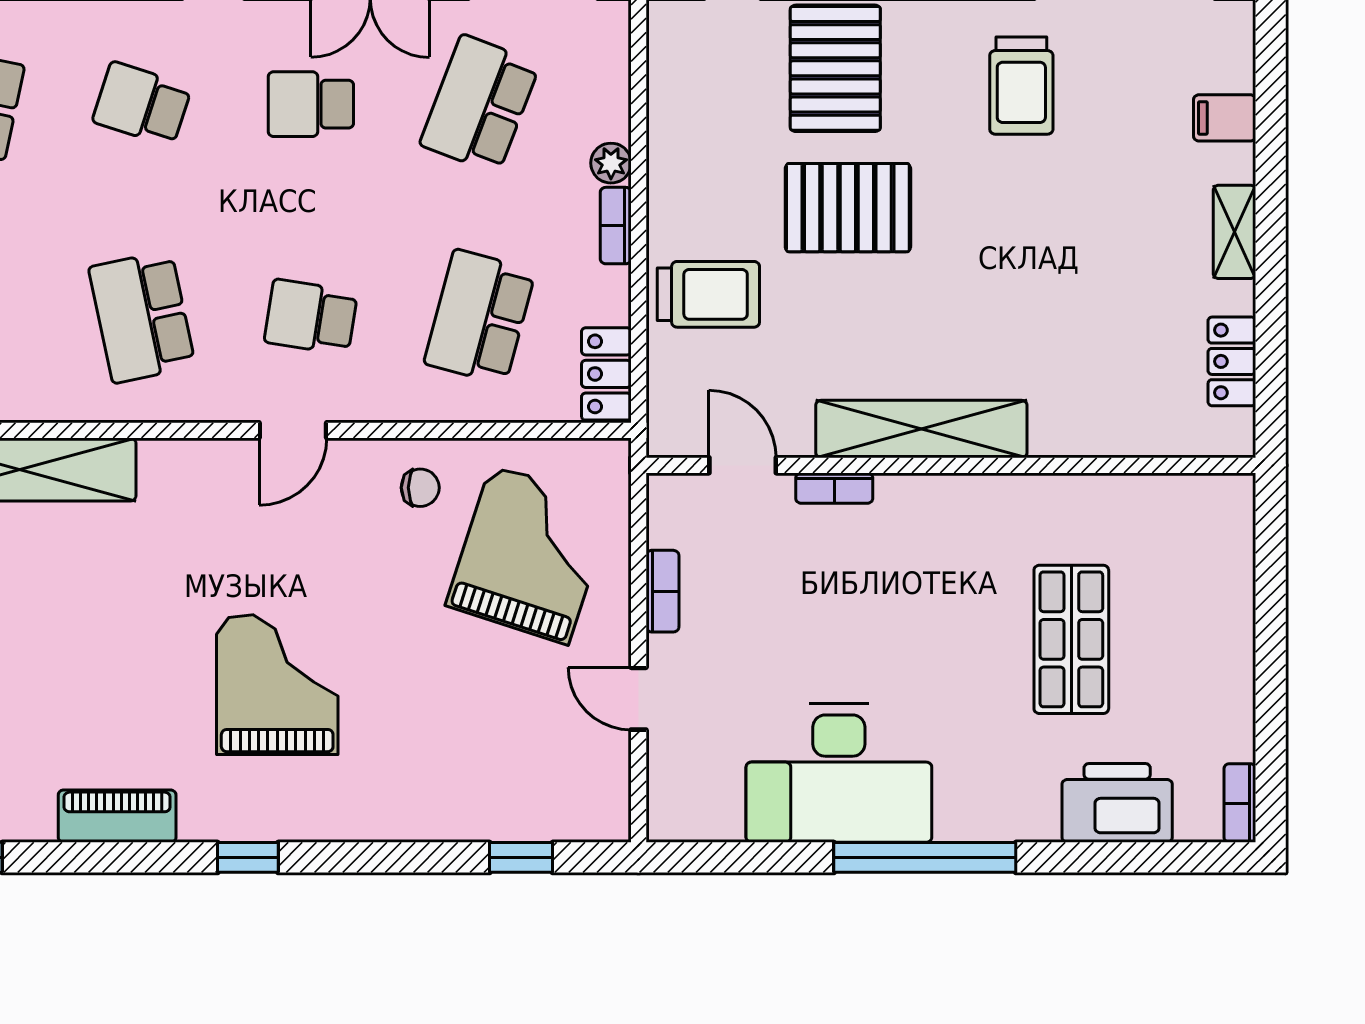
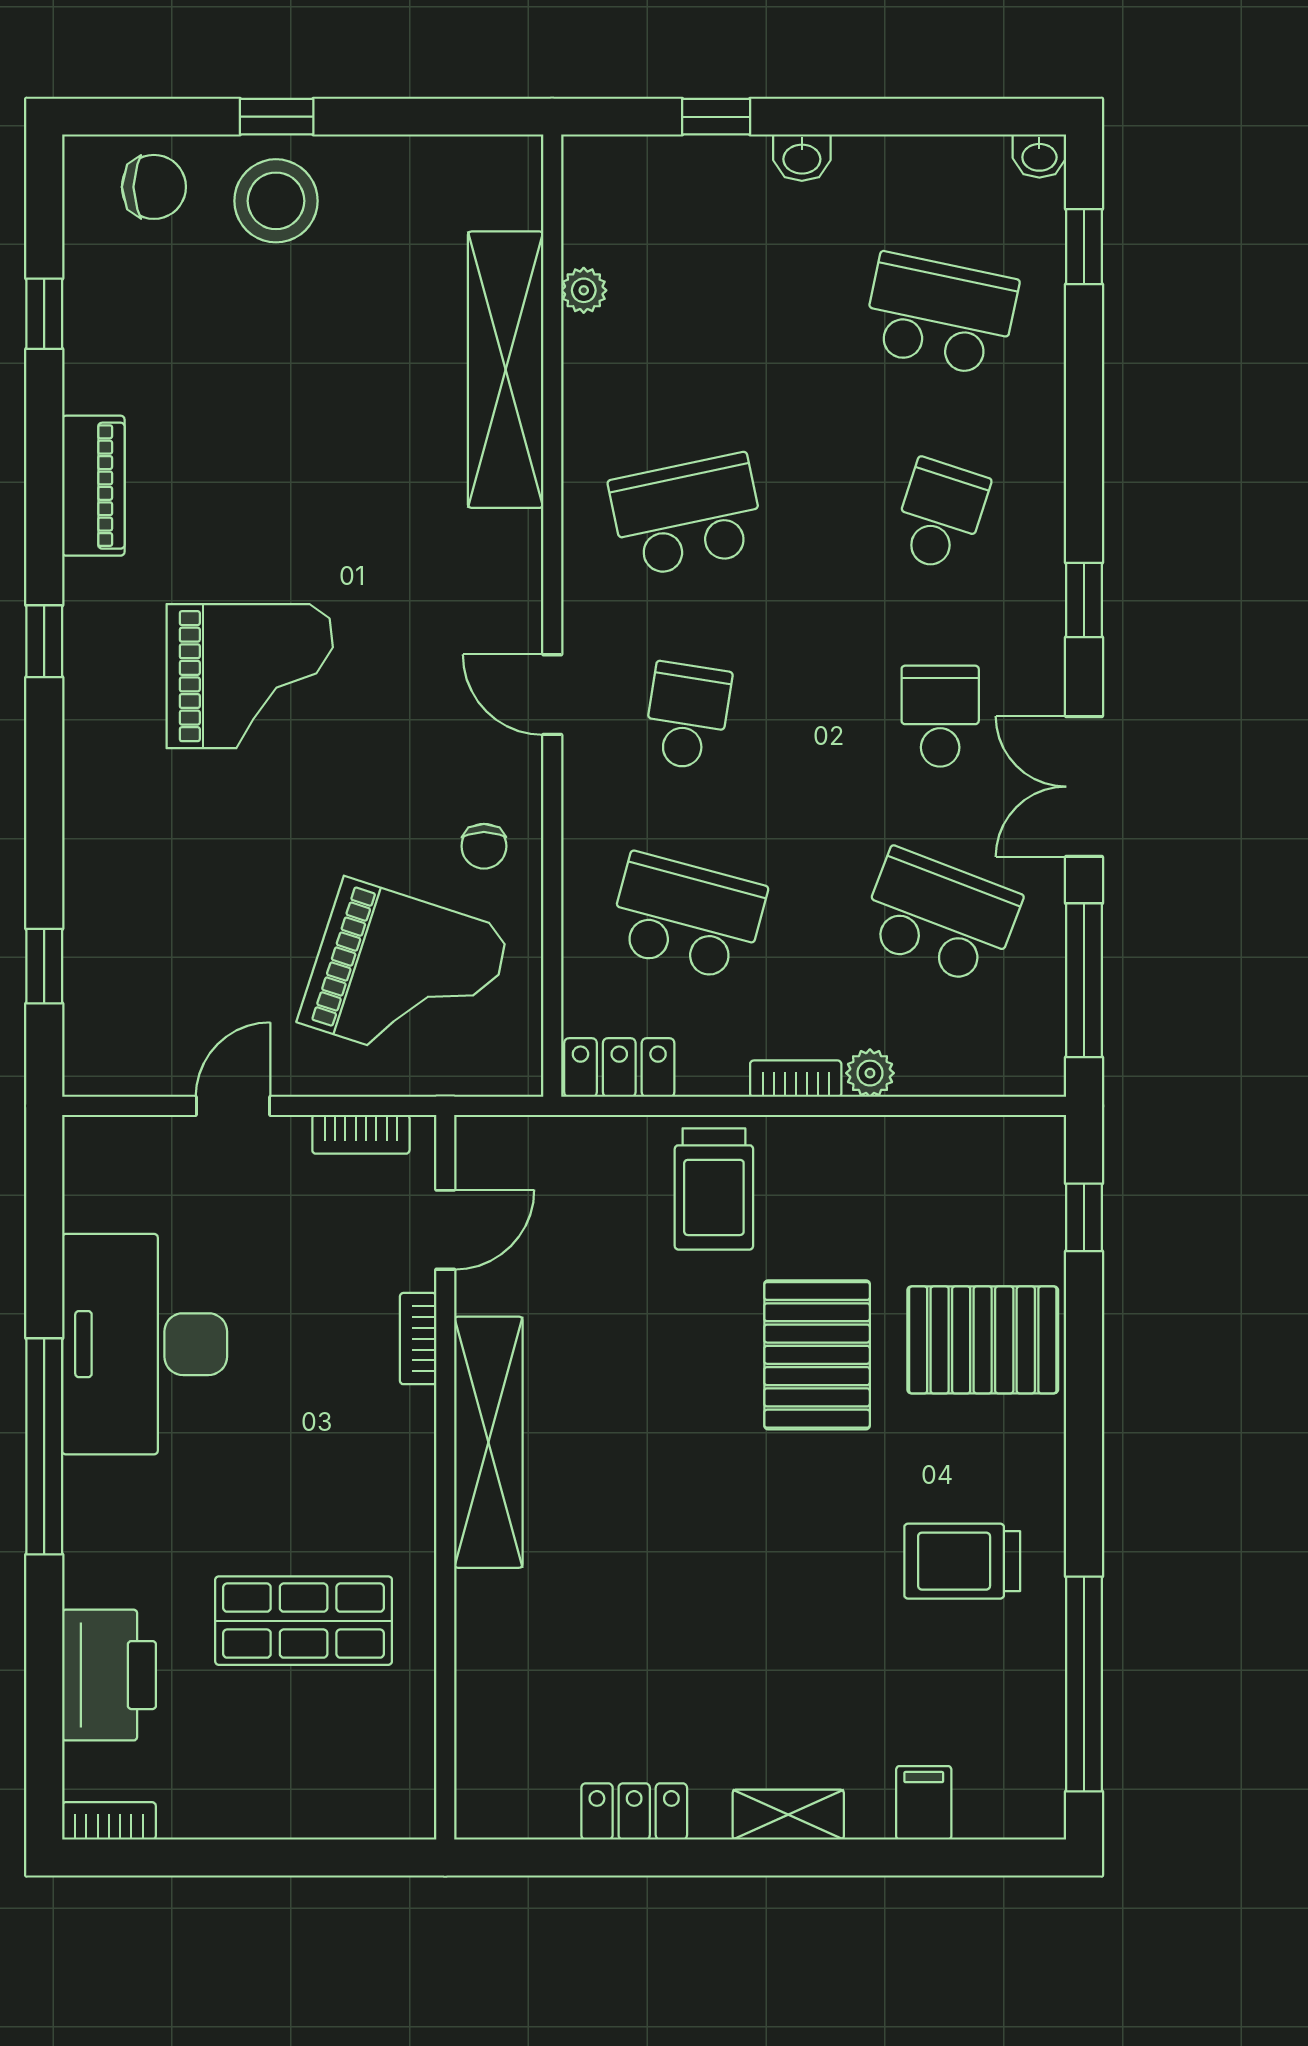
shelving: (921, 429) -> (488, 1442), moved
door: (743, 465) -> (445, 1230), moved
wall: (951, 465) -> (445, 1477), moved
bookcase: (834, 488) -> (418, 1339), moved

